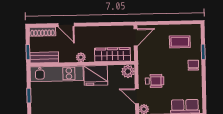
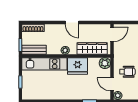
door: (66, 25) -> (72, 23), moved

